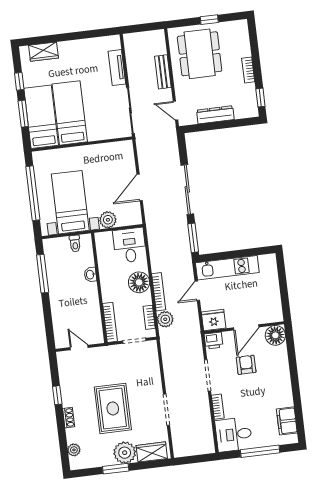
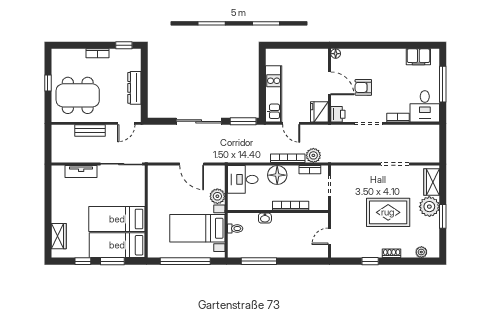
bookcase: (110, 322) -> (291, 206), moved
floor lamp: (275, 335) -> (336, 54), width x0.53, depth x0.53

